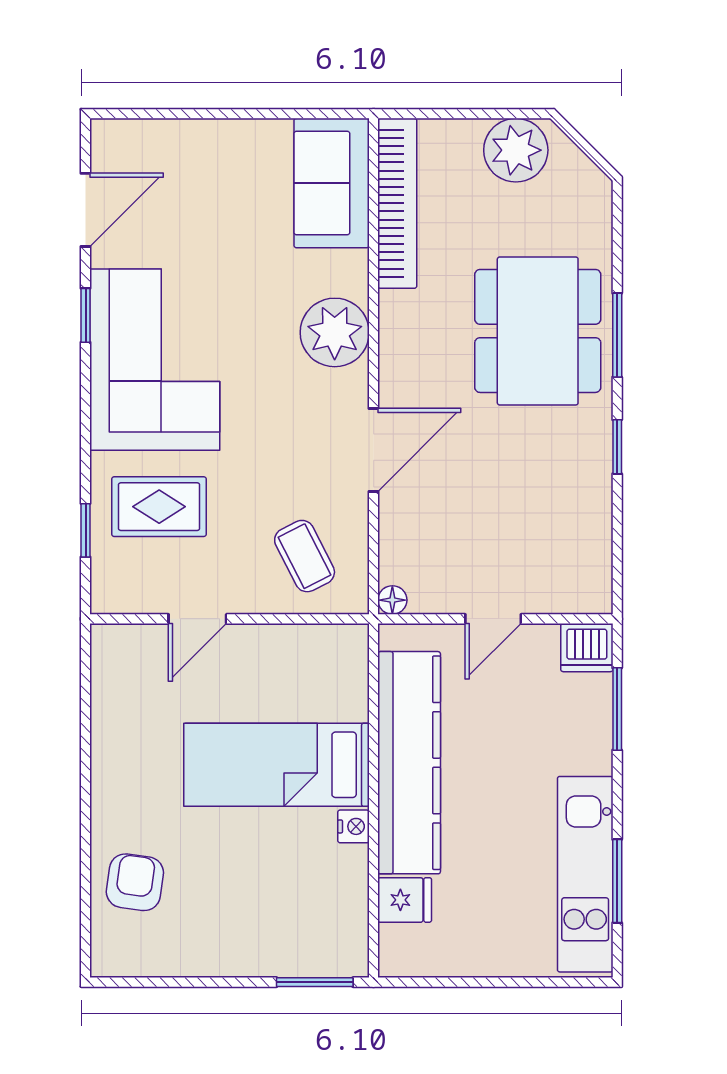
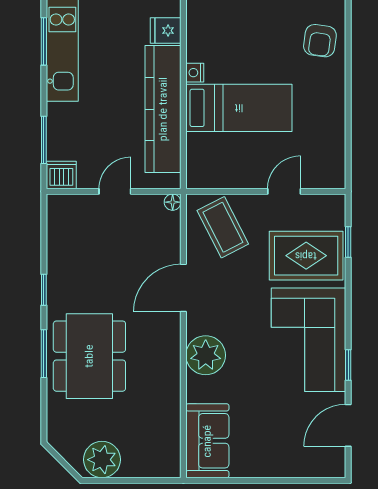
bookcase: (397, 203) -> (170, 429), removed
rug: (159, 507) -> (306, 256), width x1.36, depth x1.43
coffee table: (305, 556) -> (223, 227), width x1.36, depth x1.30

